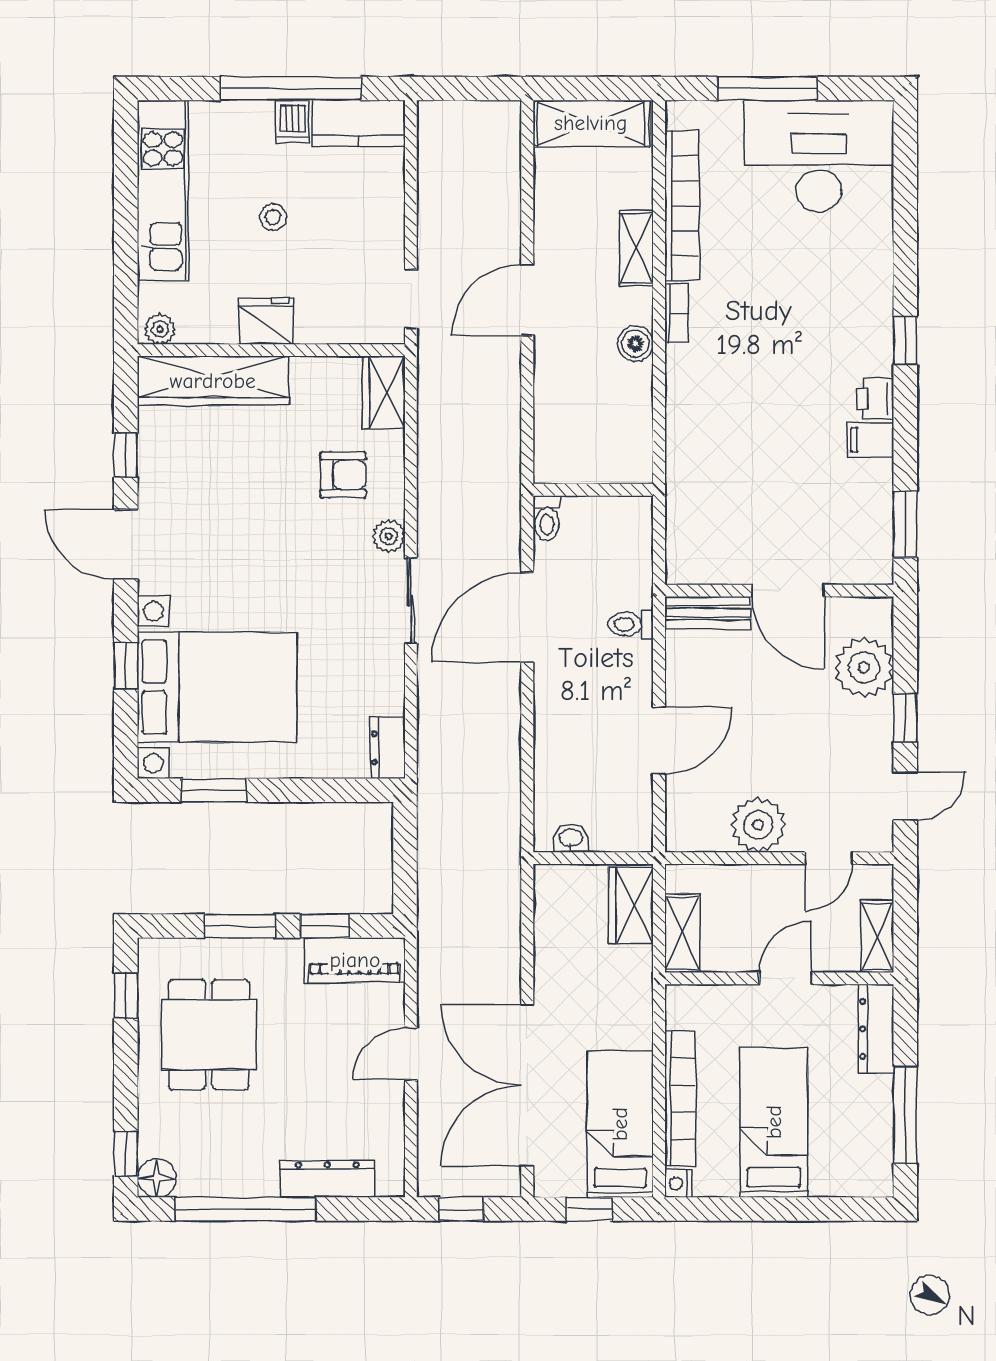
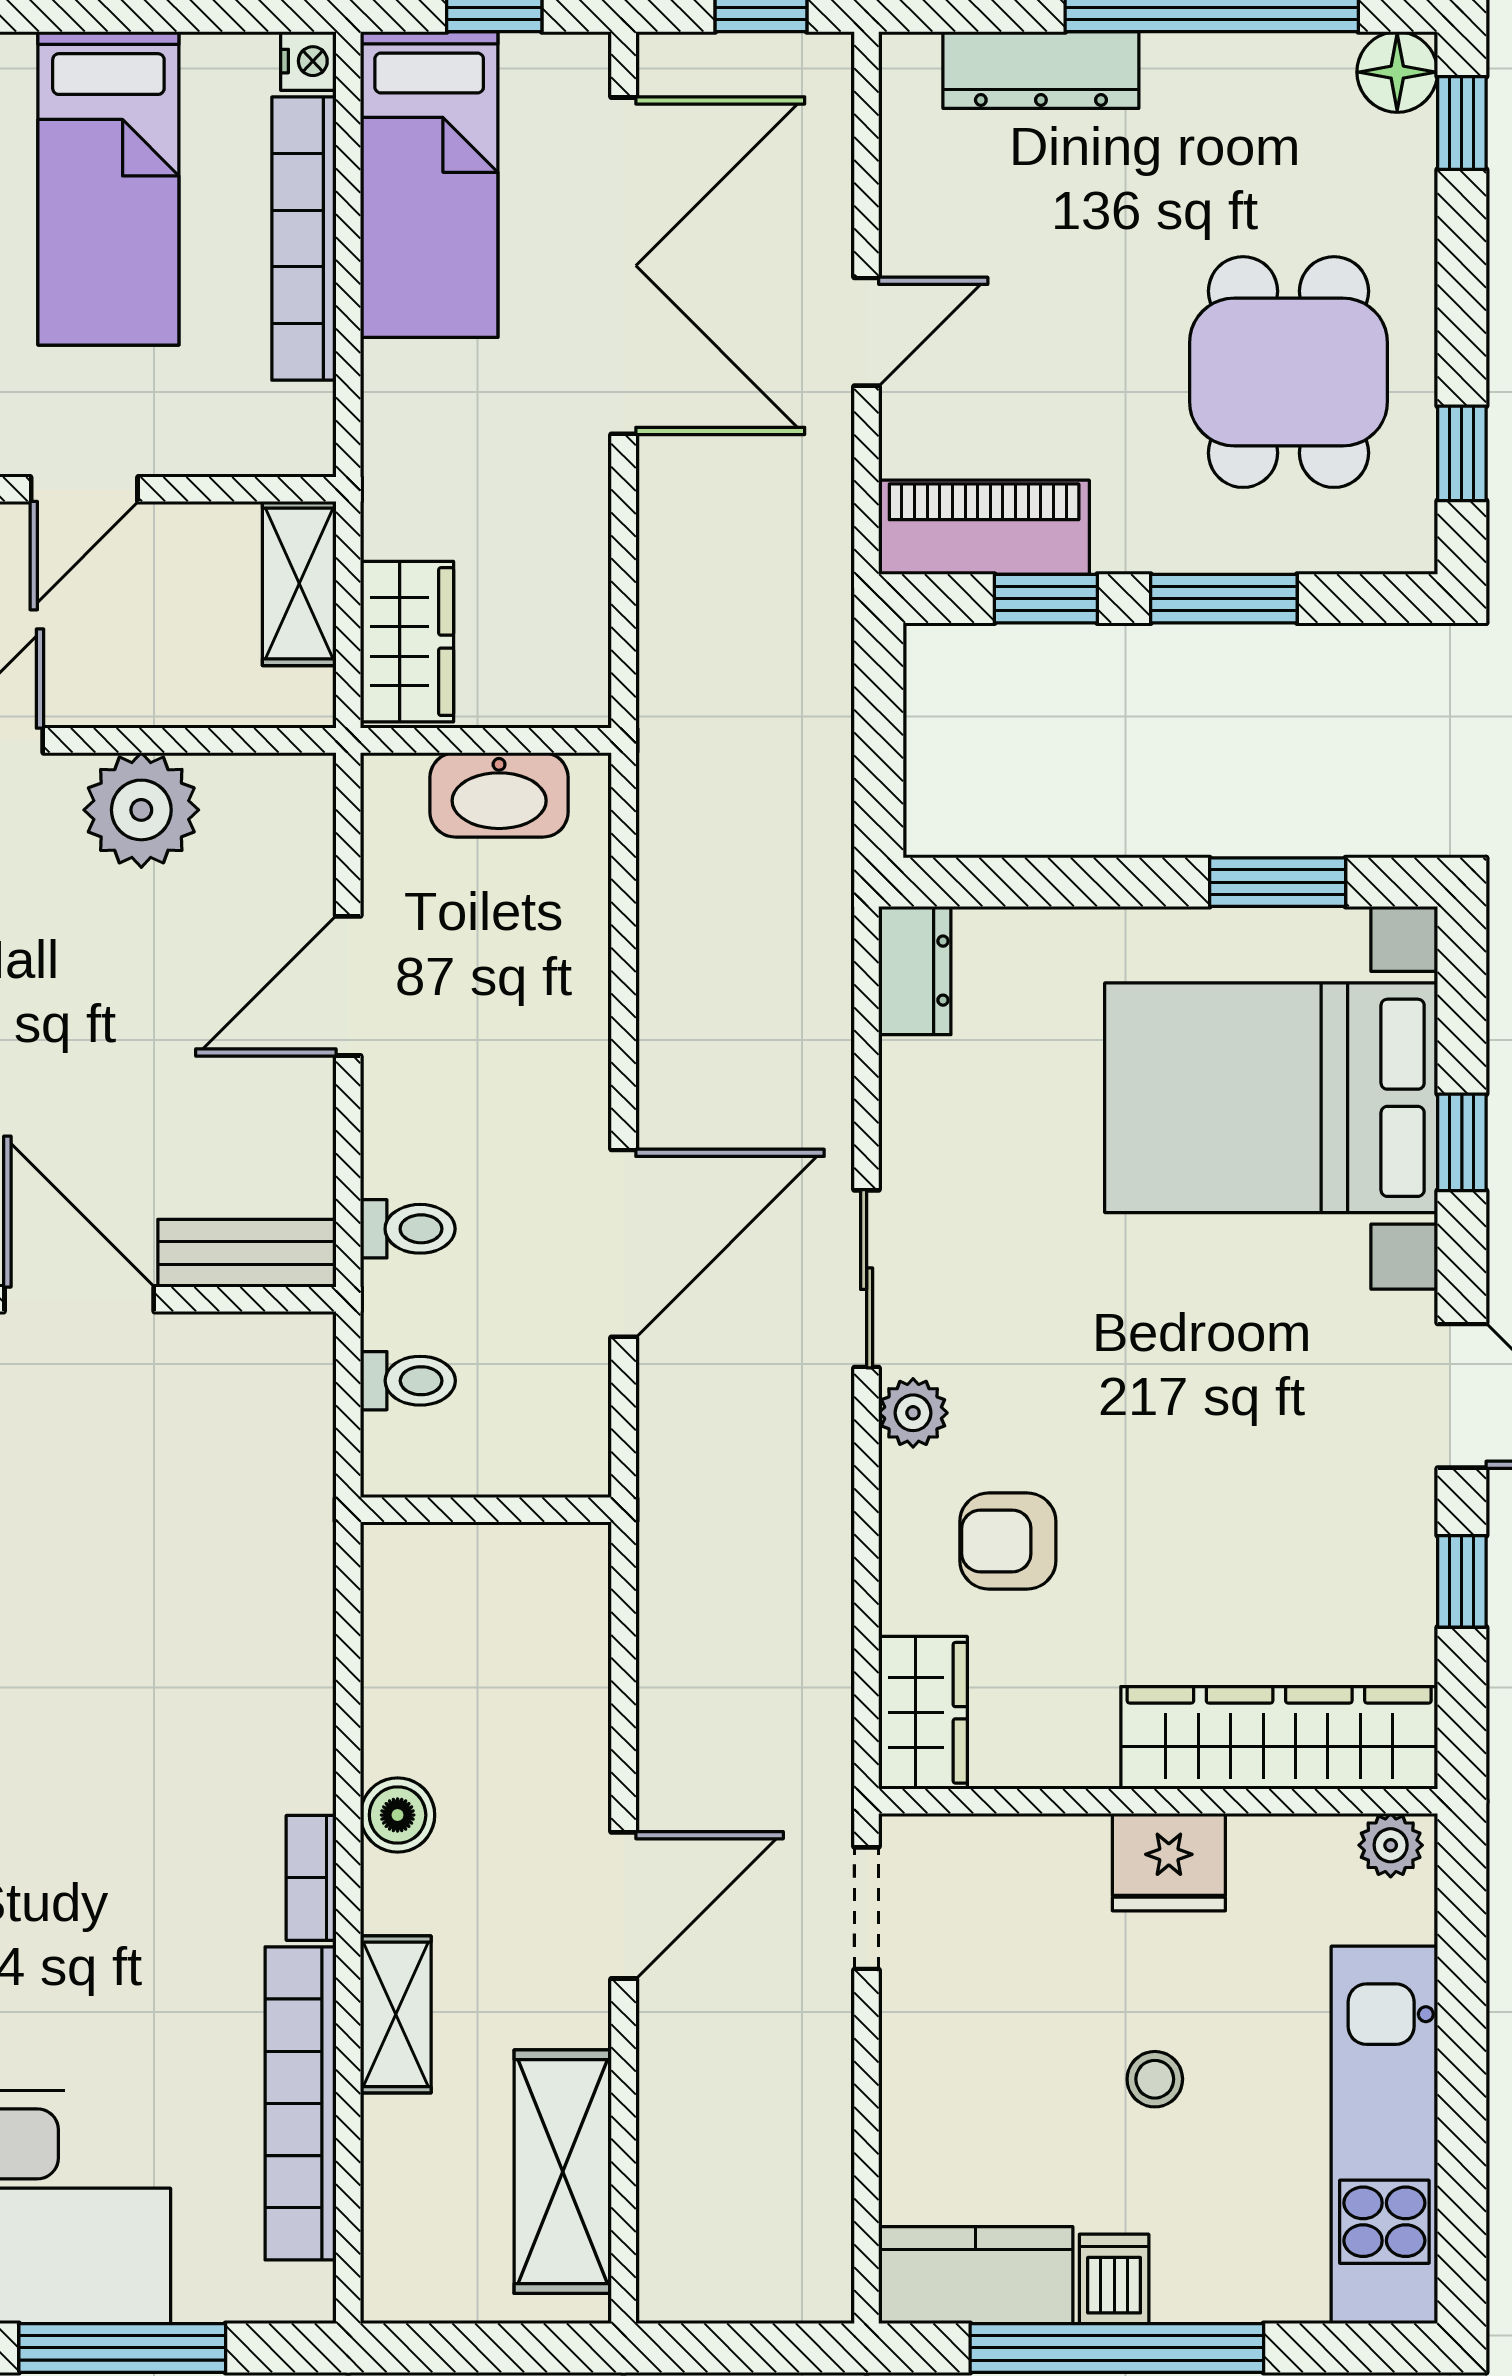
shelving: (591, 123) -> (563, 2172), moved, turned 90
toilet: (547, 518) -> (408, 1381), moved, turned 90
washbasin: (571, 838) -> (499, 795), width x1.91, depth x1.45

